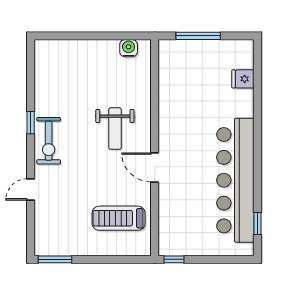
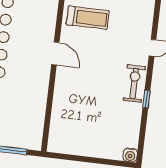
water cooler: (129, 48) -> (130, 155), moved
weight bench: (115, 129) -> (82, 87), removed

